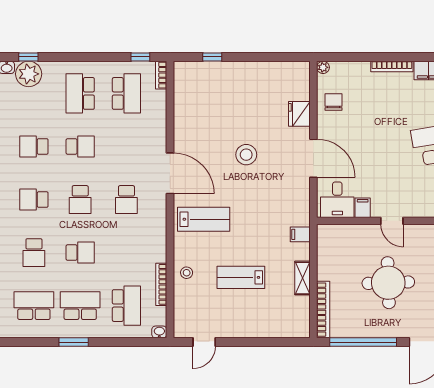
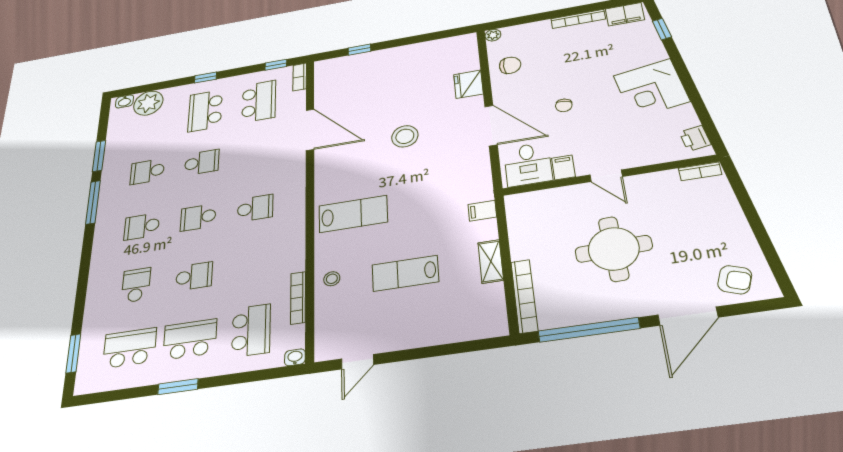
window: (28, 57) -> (205, 78), moved
chair: (334, 102) -> (510, 65), turned 90
chair: (370, 151) -> (564, 105), added
door: (170, 173) -> (310, 130), moved
school desk: (80, 200) -> (198, 217), turned 90
school desk: (126, 200) -> (255, 208), turned -90
school desk: (34, 253) -> (136, 285), turned 180

